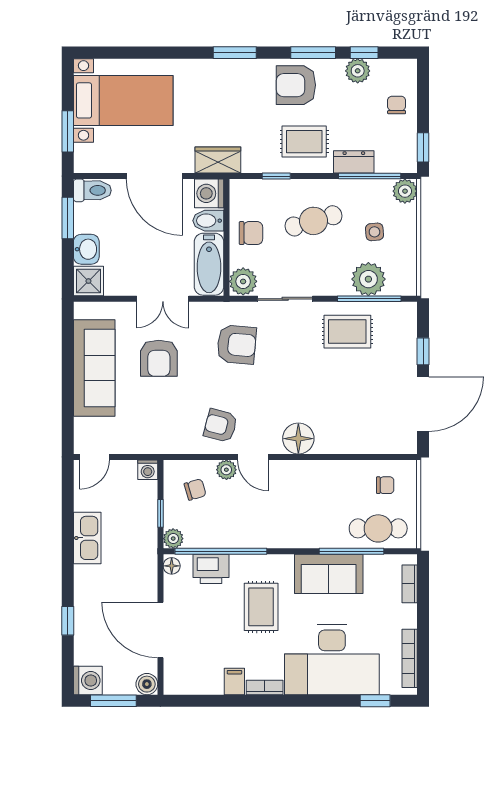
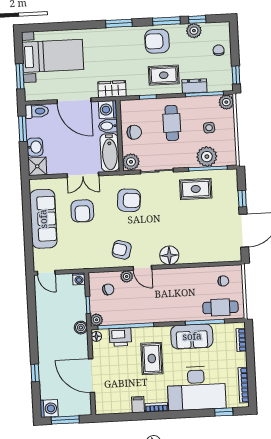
cafe table: (314, 221) -> (172, 123), turned -74
door: (94, 457) -> (46, 273), hinge flipped
kitchen sink: (87, 538) -> (44, 322), removed
boiler: (147, 684) -> (81, 328), moved

